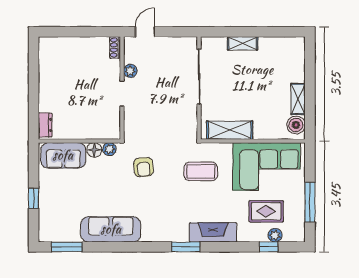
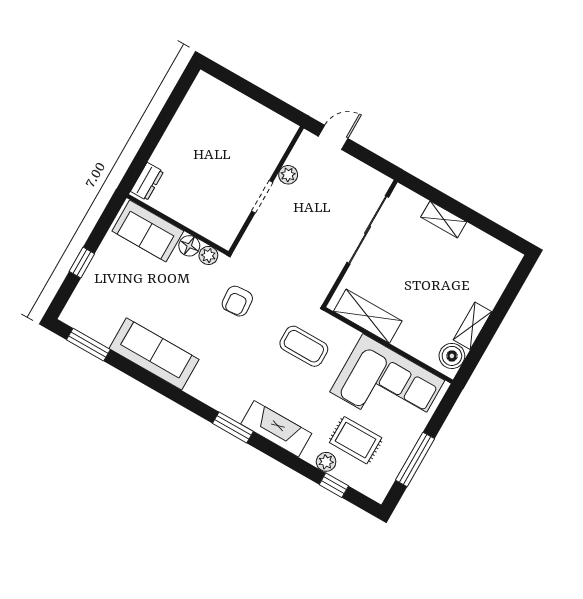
shoe rack: (115, 47) -> (286, 136), removed
plant: (275, 235) -> (326, 462), moved

